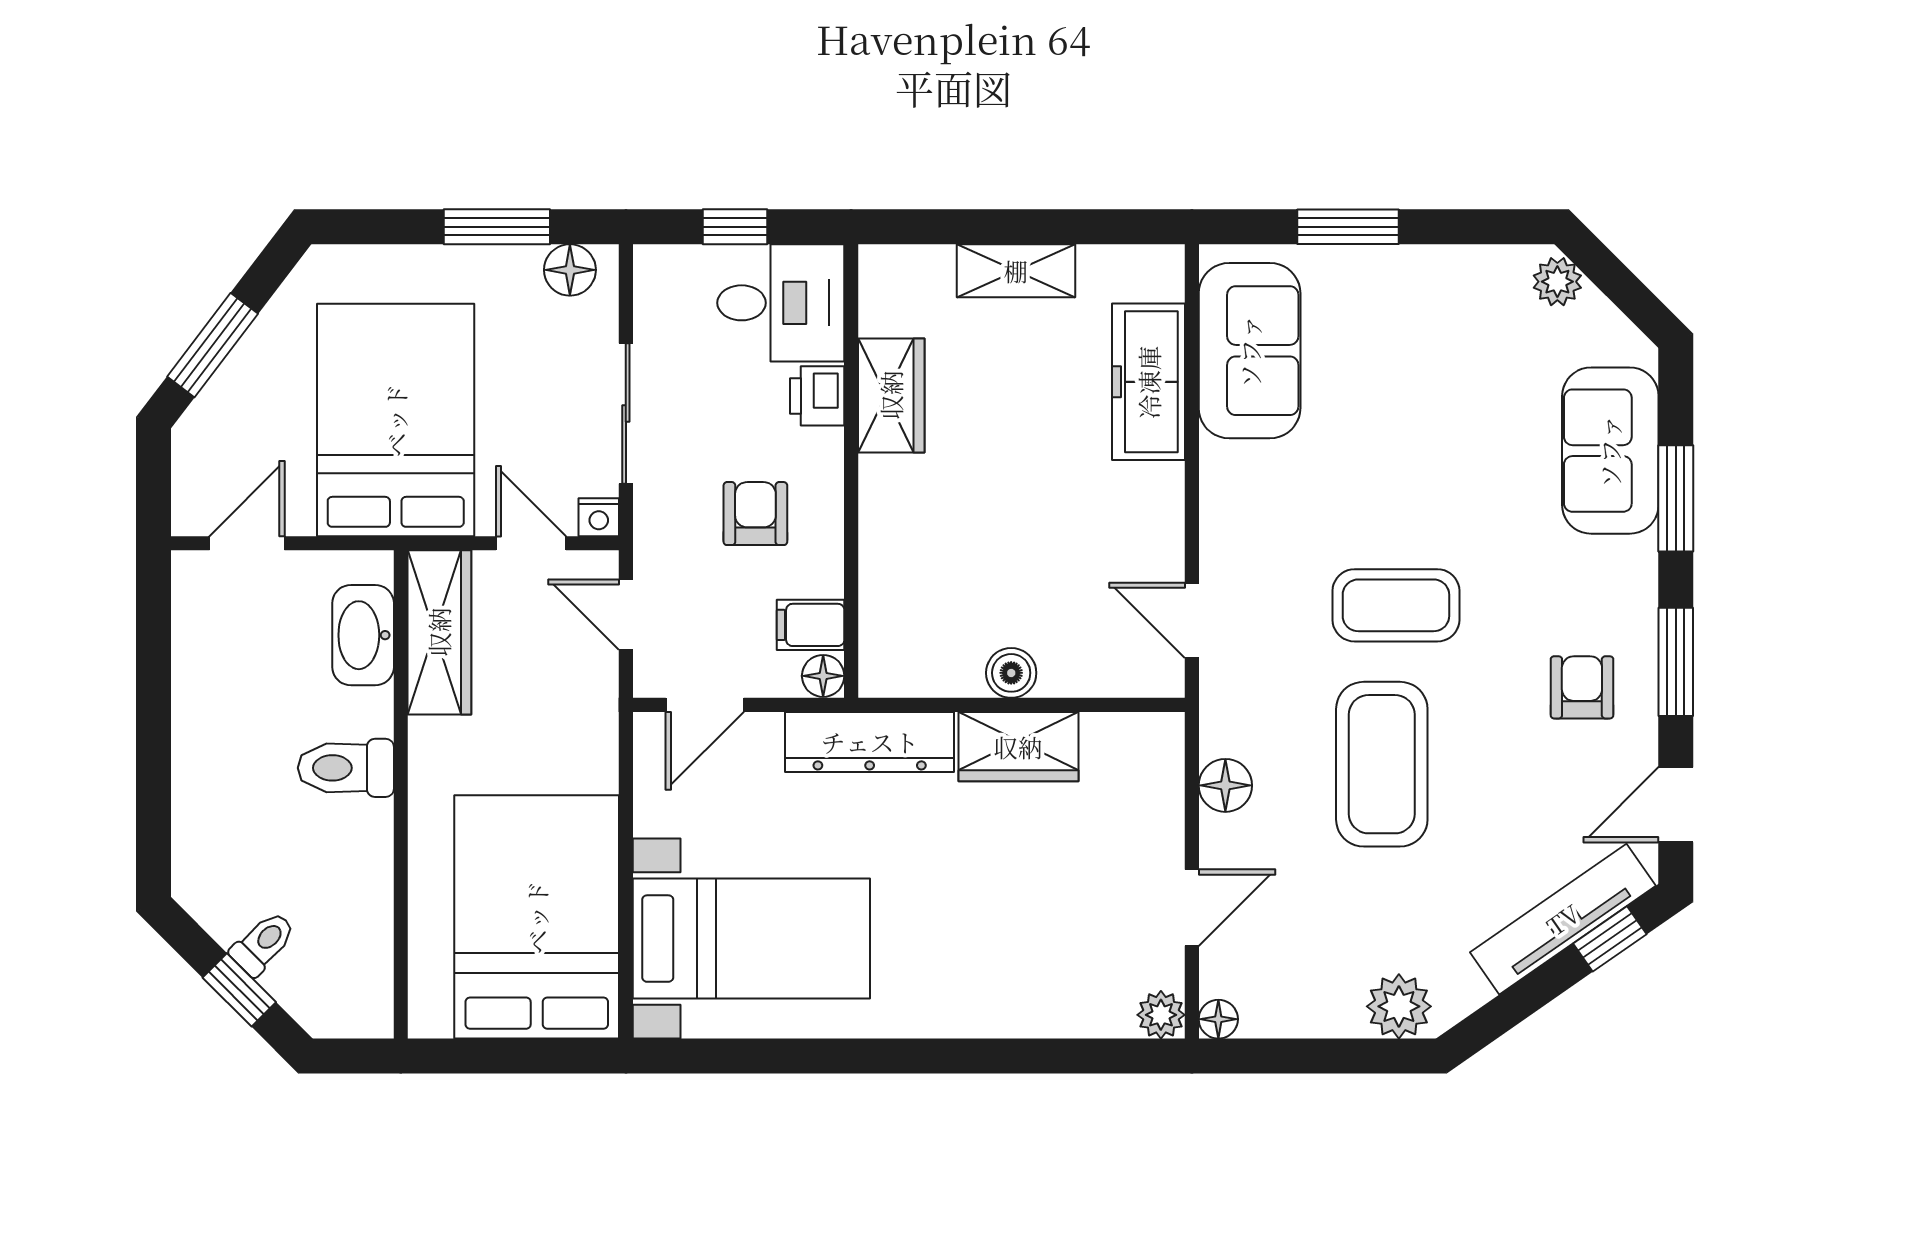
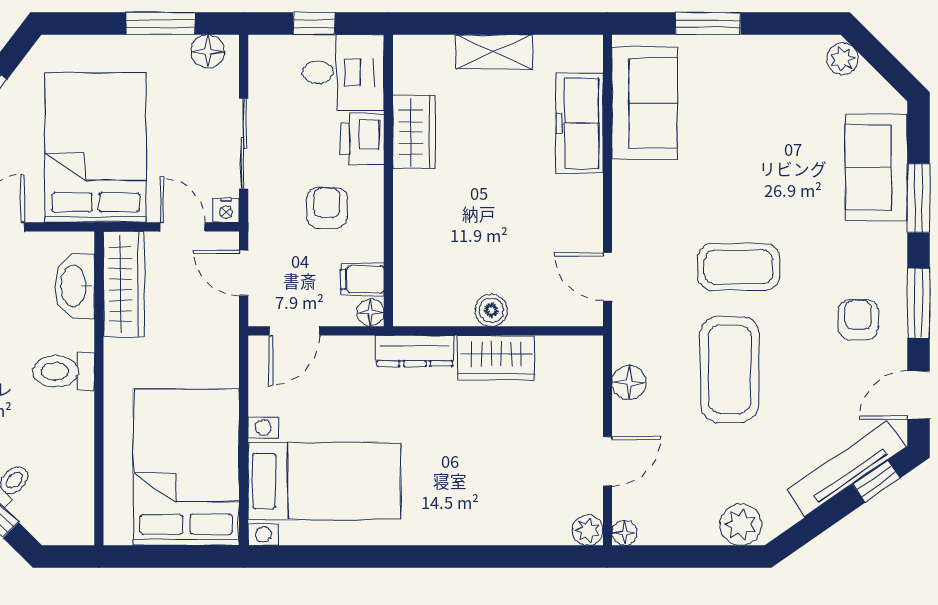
printer: (817, 396) -> (362, 139), width x1.36, depth x1.24
dresser: (870, 742) -> (415, 351), width x0.73, depth x0.80

